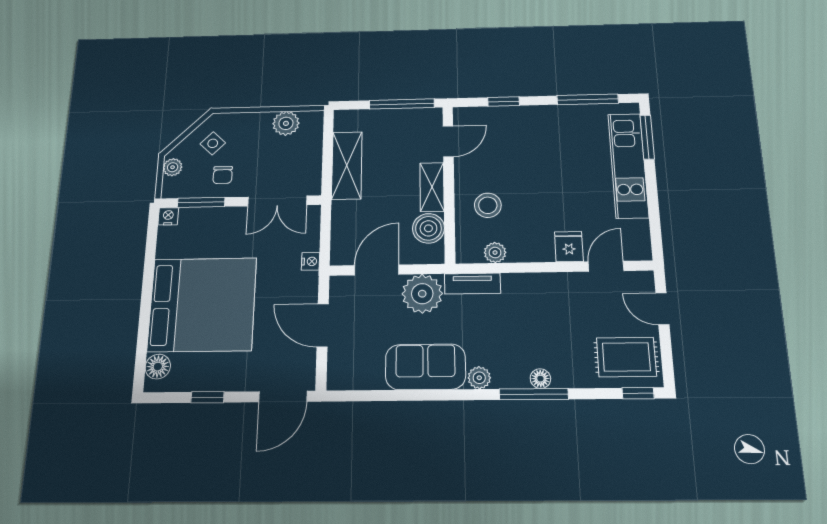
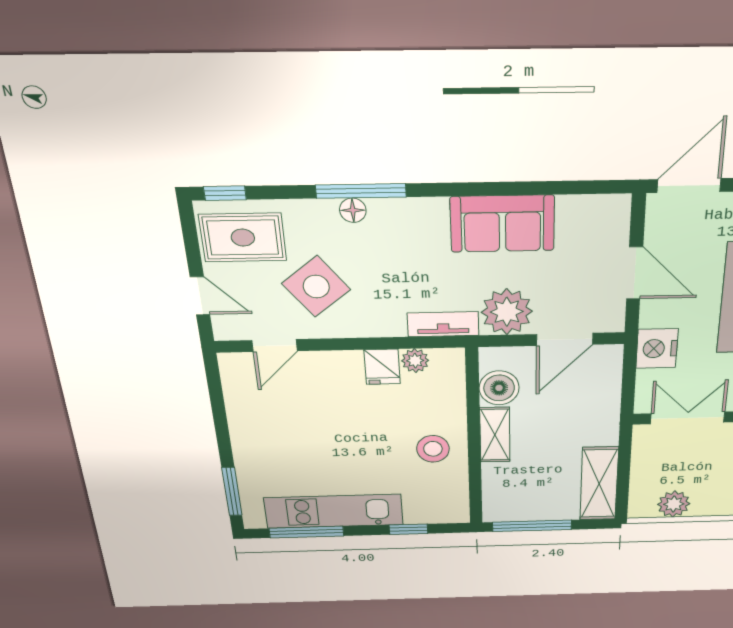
door: (448, 141) -> (475, 486), removed
shelving: (347, 165) -> (599, 484), moved
kitchen unit: (628, 165) -> (334, 511), moved, turned -90
stool: (488, 205) -> (433, 449), moved
fridge: (569, 247) -> (382, 367), moved
nightstand: (310, 261) -> (657, 349), width x1.89, depth x1.79
side table: (571, 316) -> (316, 287), added
plant: (479, 378) -> (432, 211), removed

